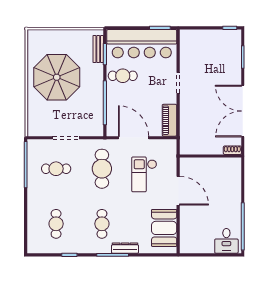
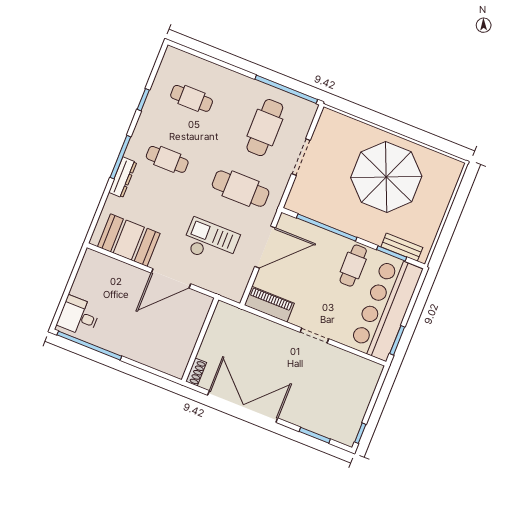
cafe table: (56, 169) -> (265, 128), width x1.37, depth x1.35

